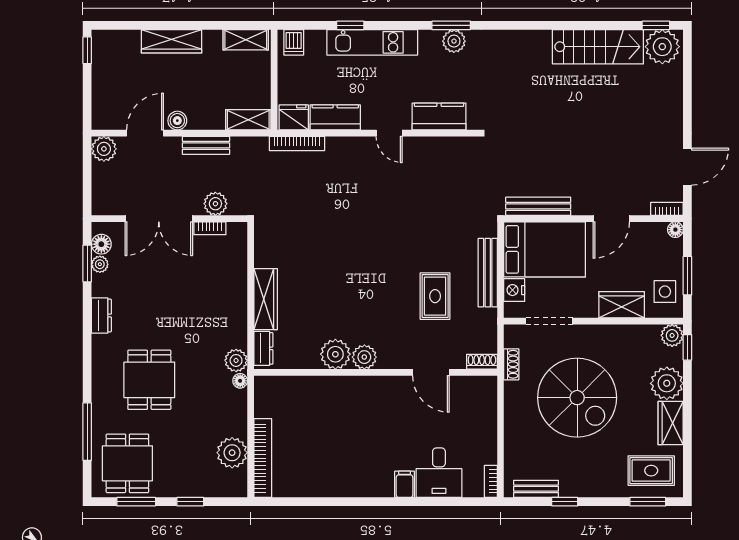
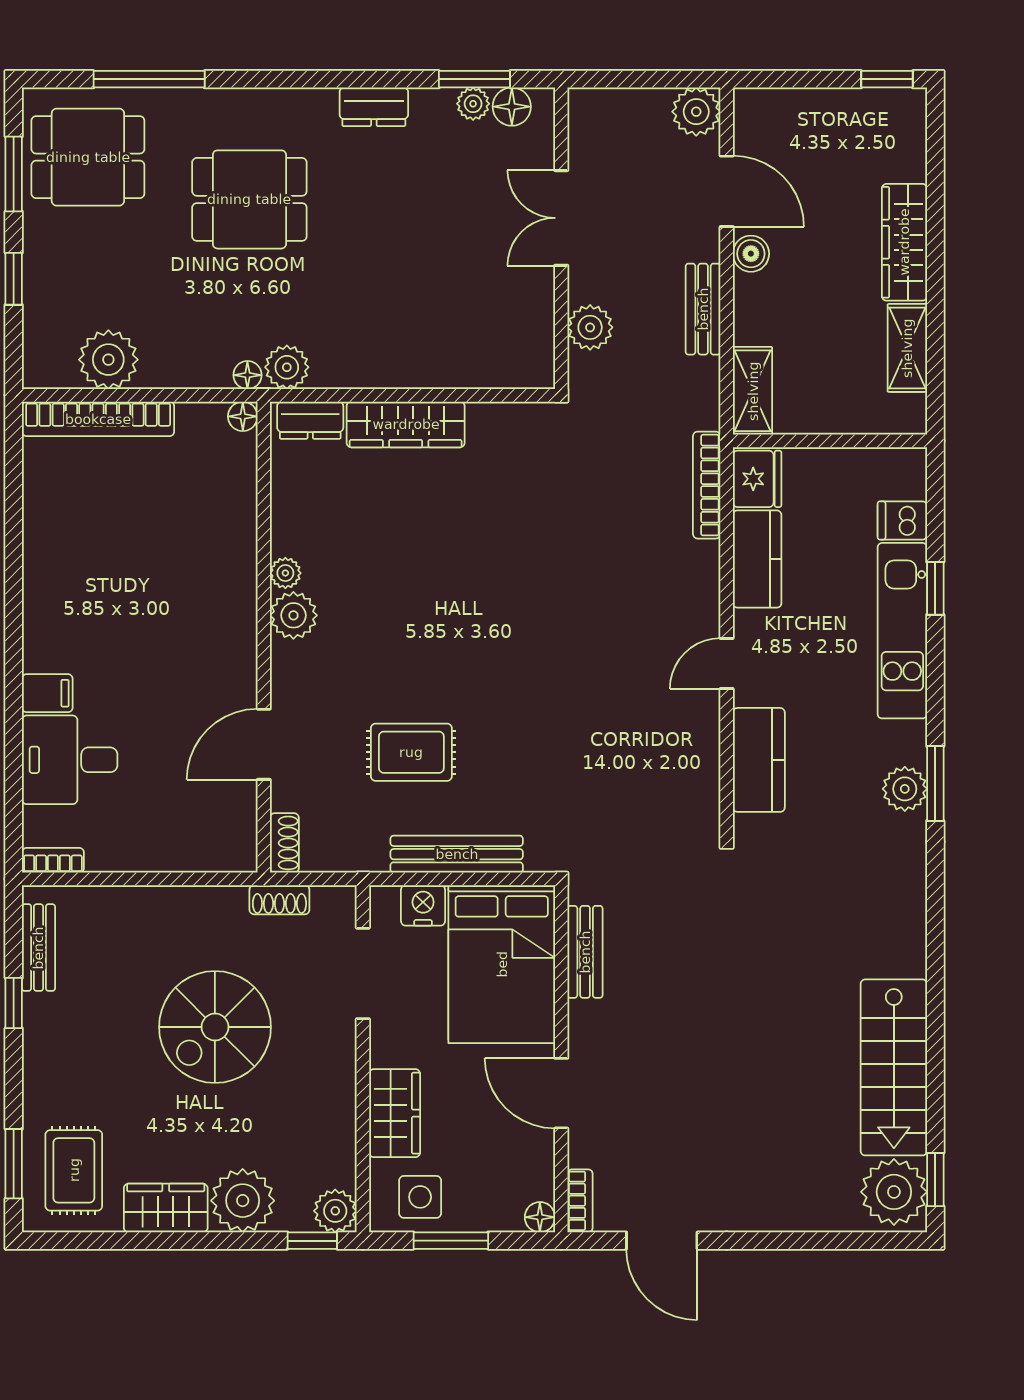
shelving: (246, 40) -> (907, 348), moved
dishwasher: (294, 42) -> (902, 520), moved
bench: (538, 206) -> (585, 952), width x0.73
double door: (159, 219) -> (561, 218), width x0.73
bookcase: (210, 228) -> (543, 317), removed
plant: (335, 354) -> (285, 573), width x0.53, depth x0.53
floor lamp: (261, 383) -> (243, 416), added
spiral stairs: (577, 398) -> (215, 1027), width x0.73, depth x0.73

